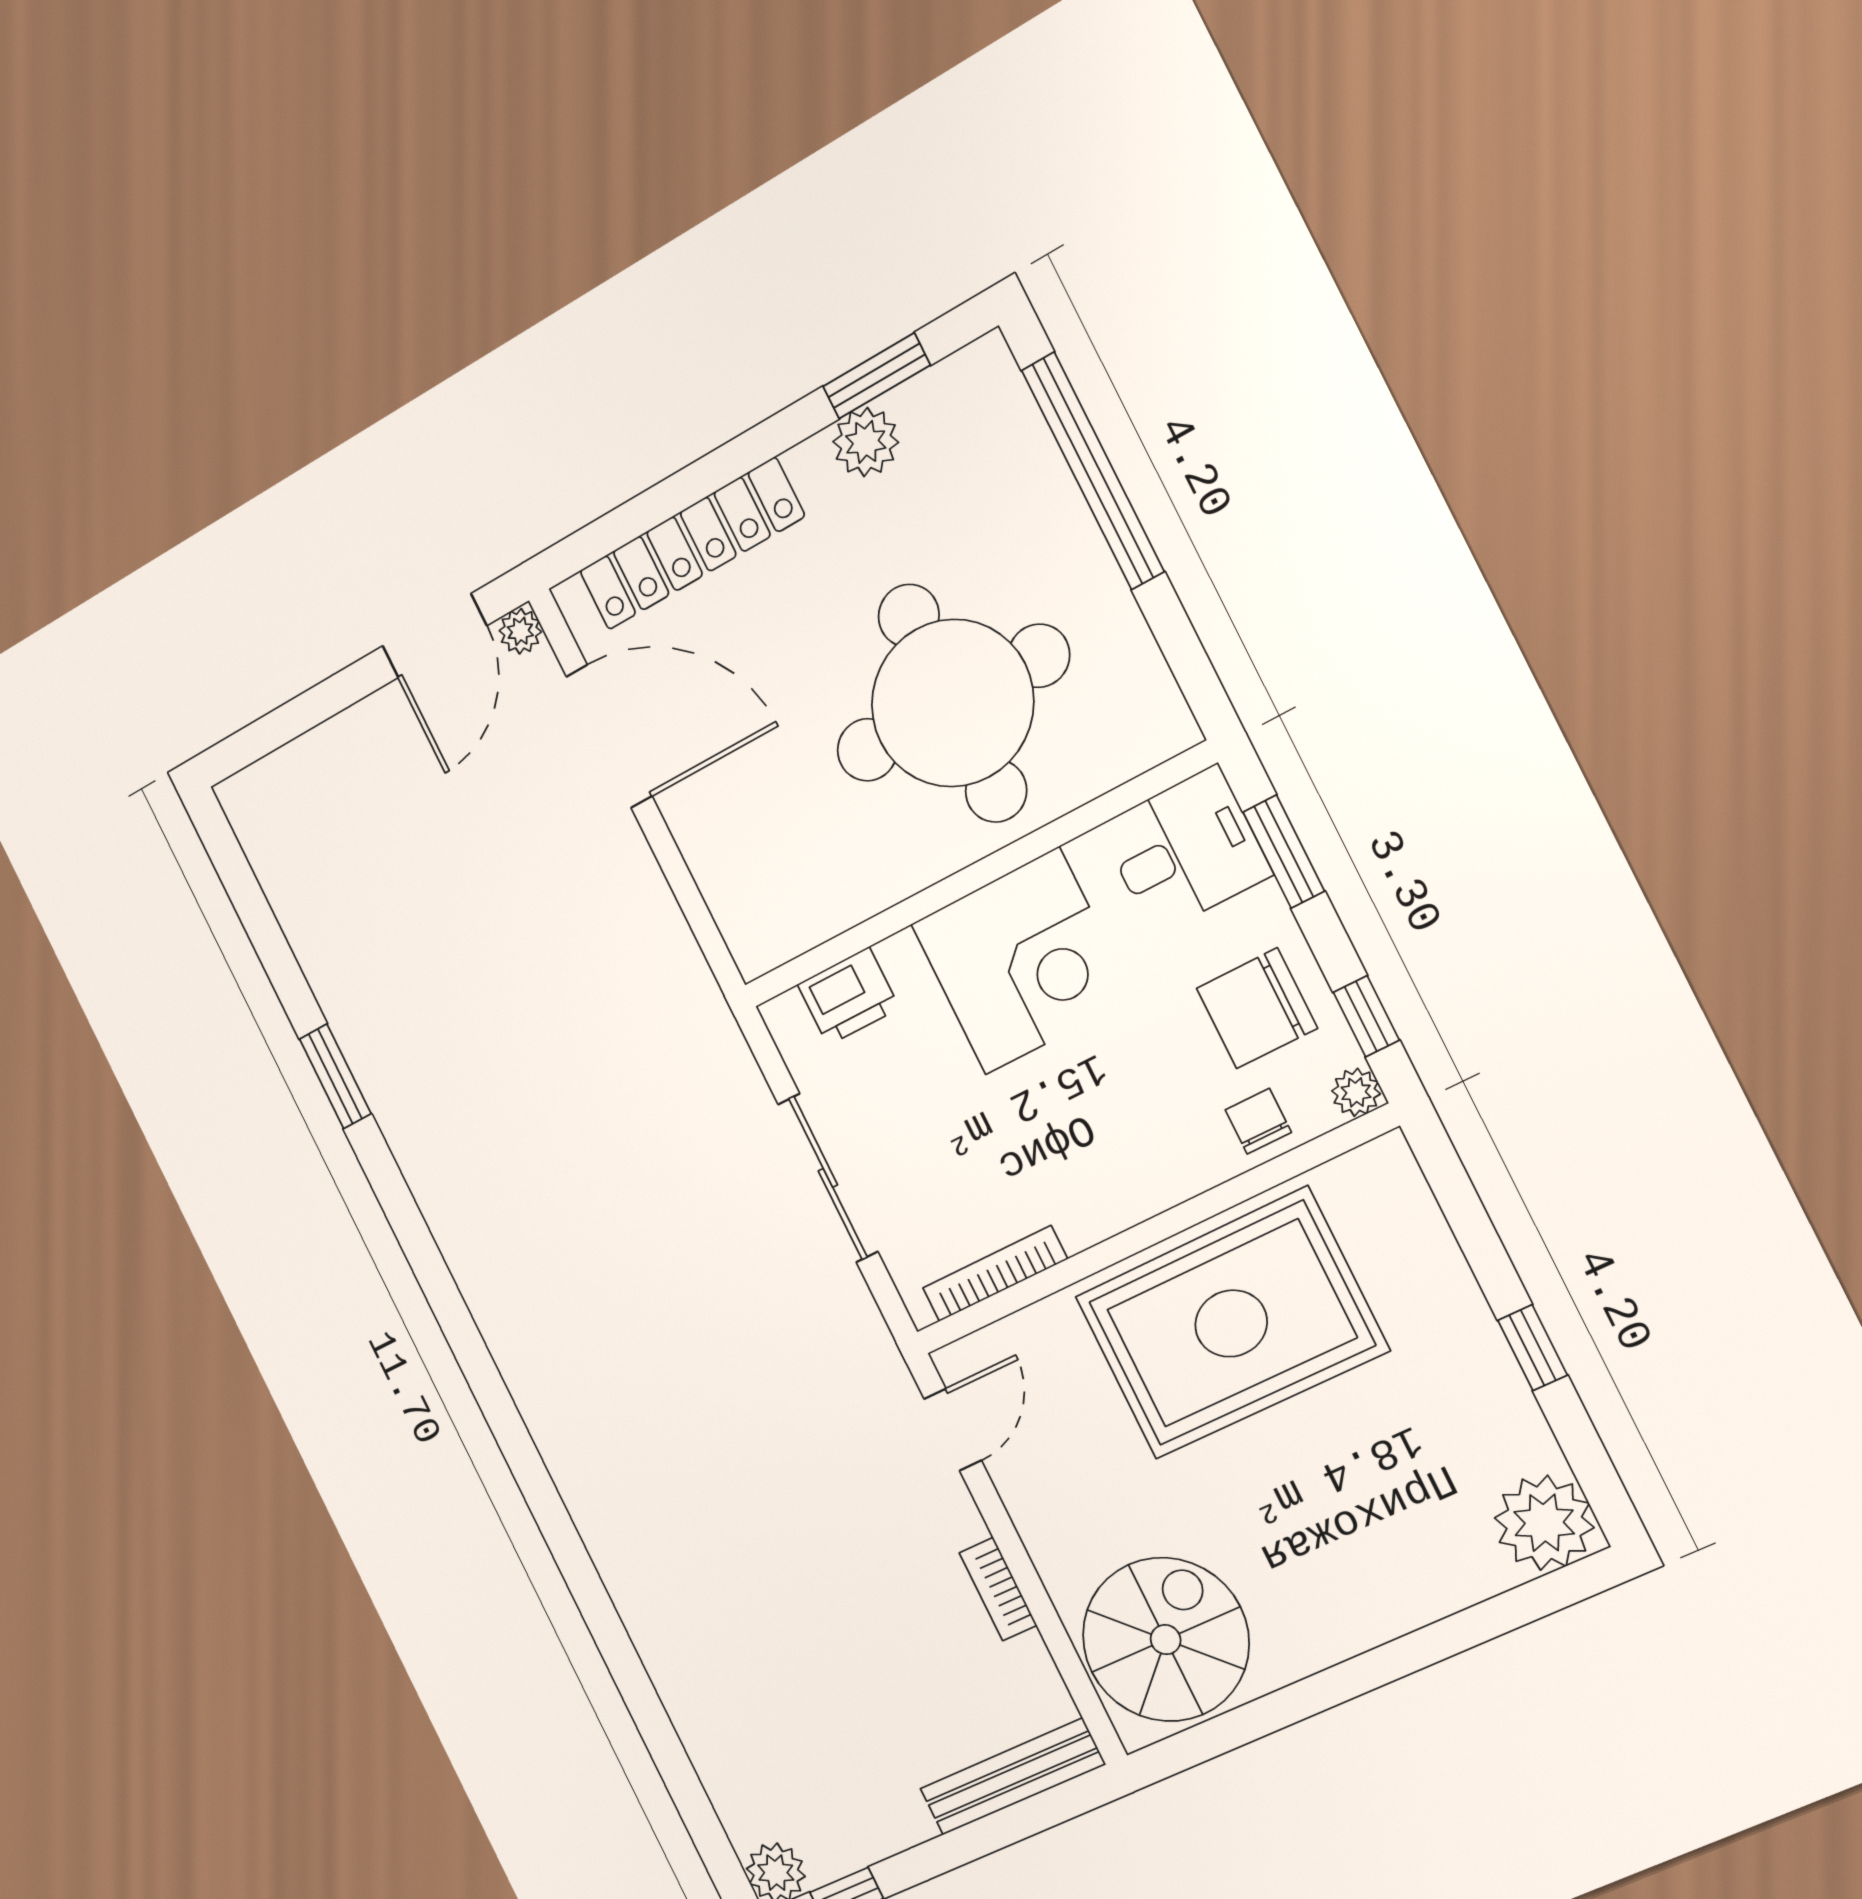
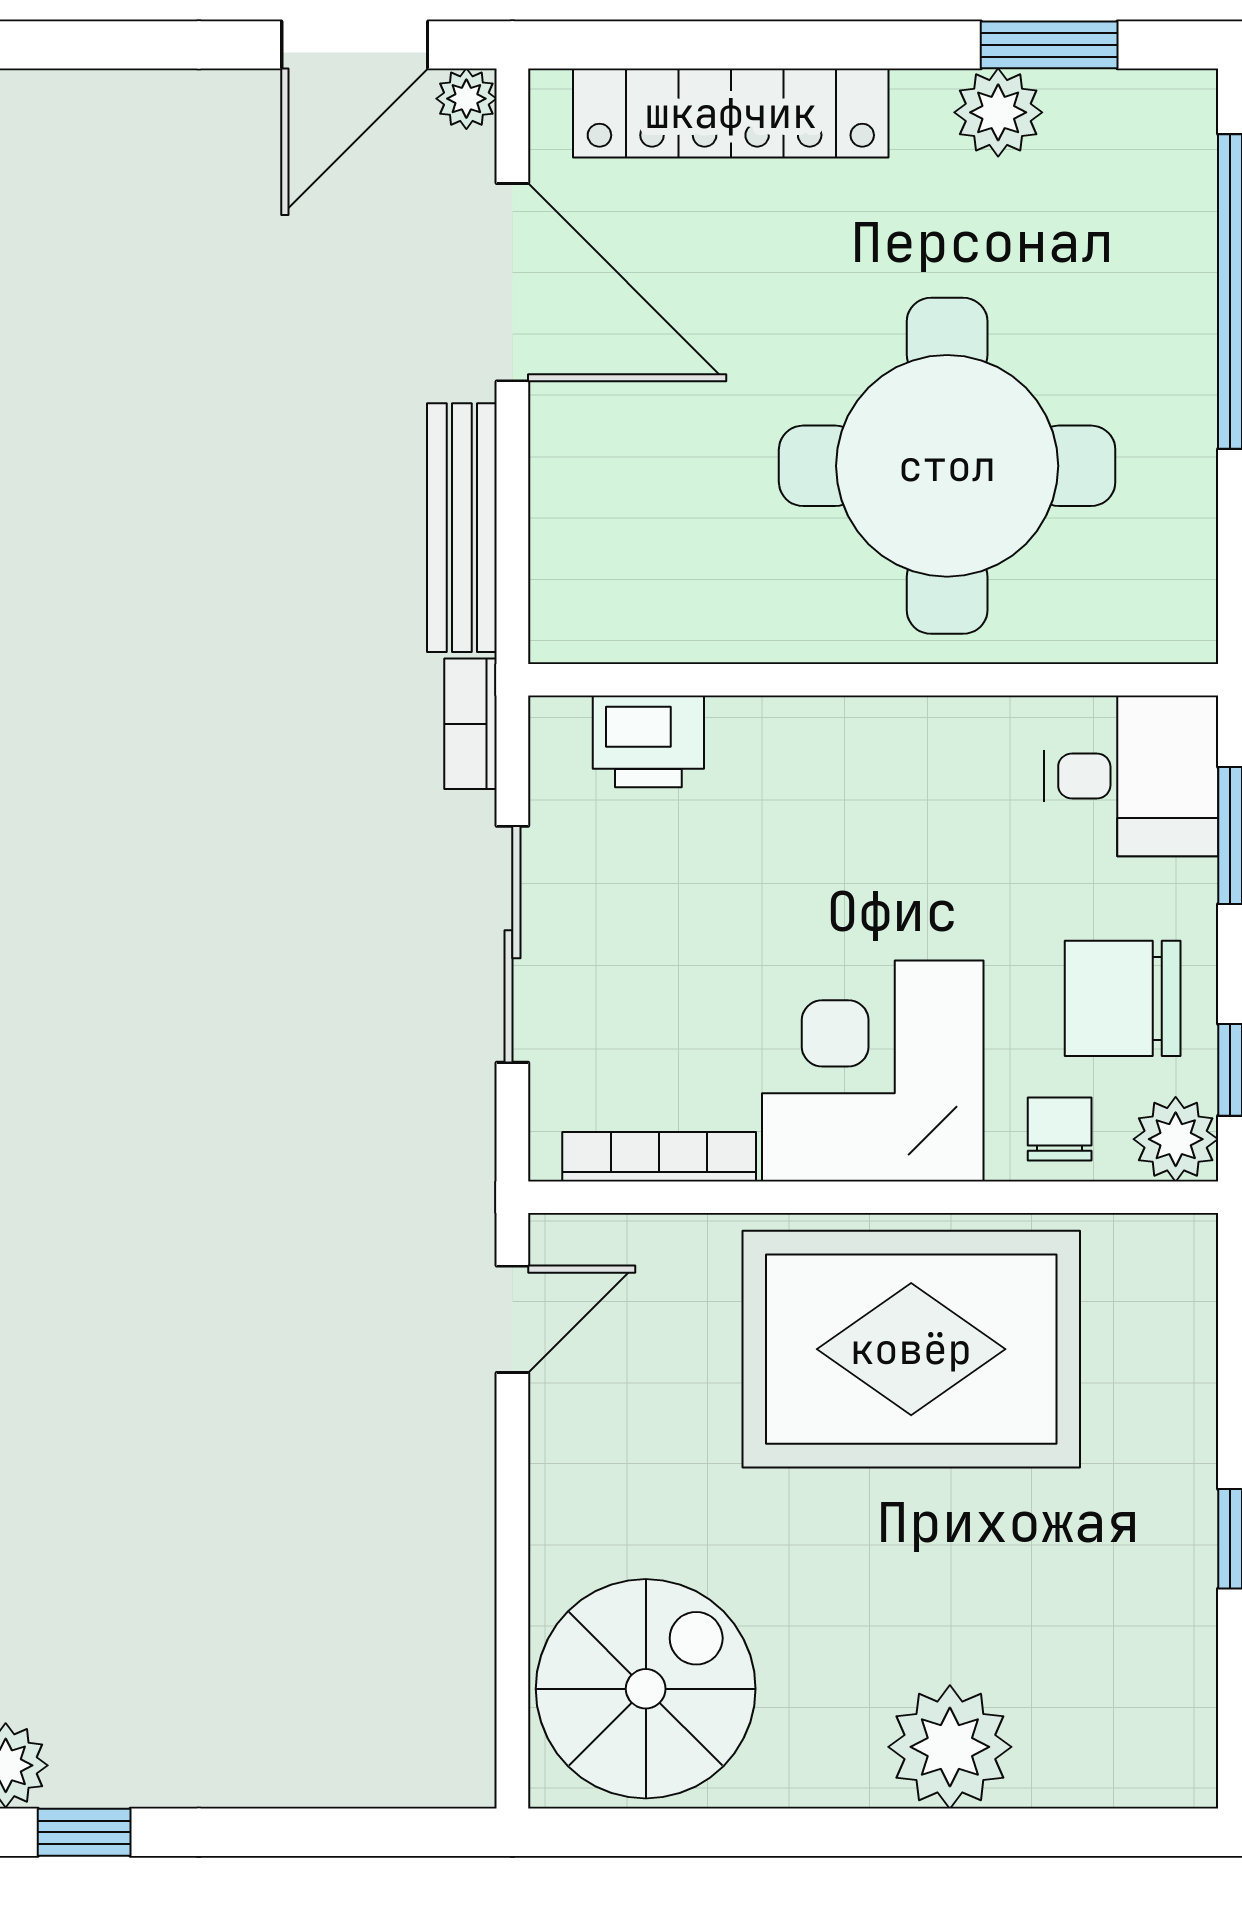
corner desk: (1022, 961) -> (873, 1071), moved, turned 180
plant: (1356, 1092) -> (1176, 1139), width x1.38, depth x1.38
plant: (1544, 1523) -> (950, 1747), moved
bookcase: (998, 1589) -> (471, 724), moved
bench: (1012, 1777) -> (462, 528), moved, turned 90

